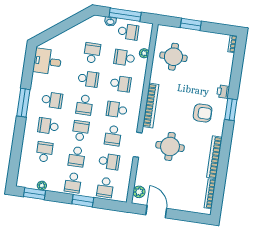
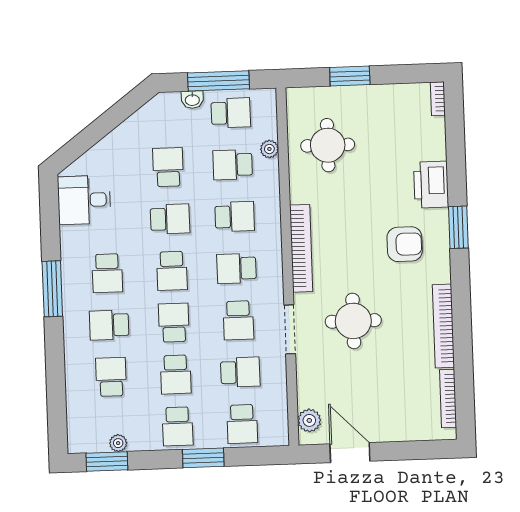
printer: (223, 92) -> (431, 185), width x1.87, depth x1.48
school desk: (52, 100) -> (107, 273), turned 90

